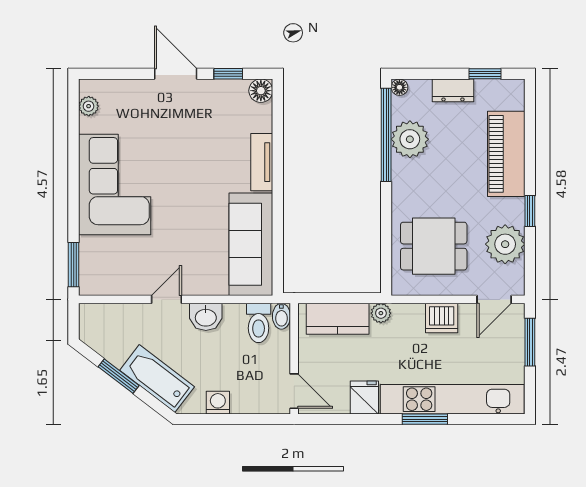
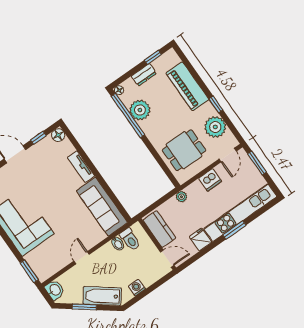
bidet: (281, 316) -> (118, 244), moved
washbasin: (206, 317) -> (55, 290), moved, turned -90
kitchen counter: (338, 319) -> (159, 229), moved, turned -90

